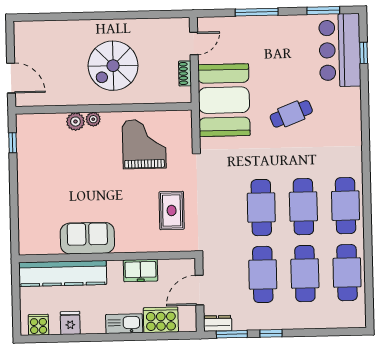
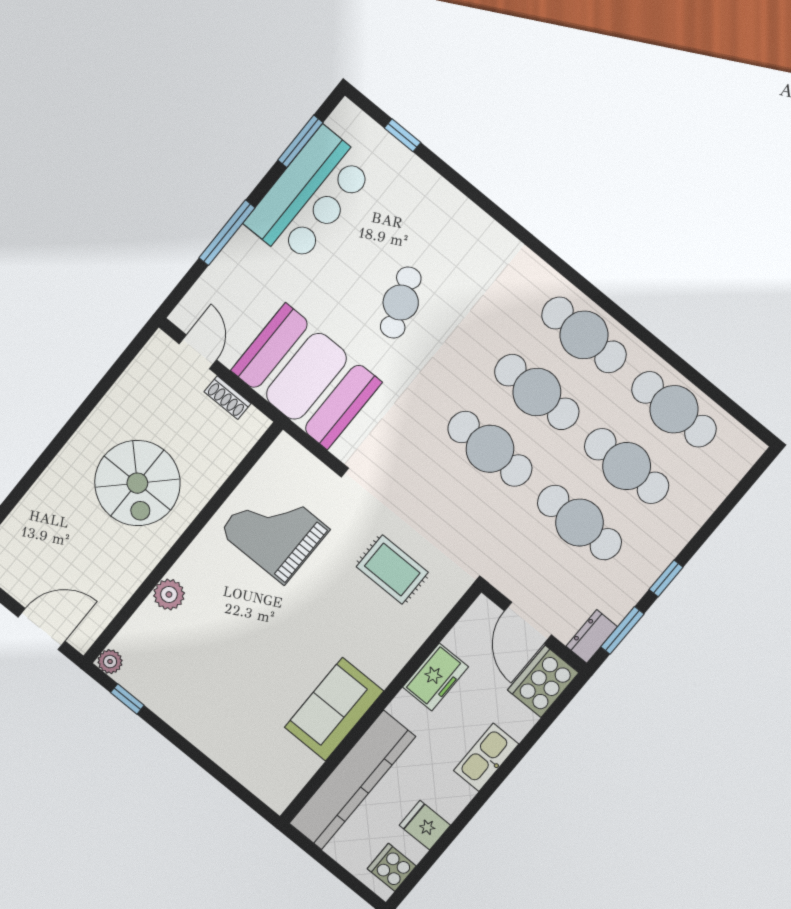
bar counter: (340, 50) -> (310, 196), moved, turned -90
plant: (93, 119) -> (110, 662), moved
cooker: (161, 320) -> (543, 681), moved

